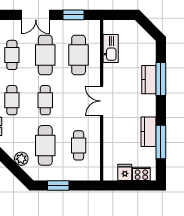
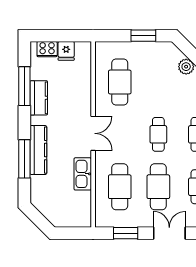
kitchen sink: (111, 49) -> (83, 174), moved
kitchen counter: (149, 80) -> (38, 150), width x1.50
cafe table: (45, 145) -> (158, 82), removed
cafe table: (79, 145) -> (120, 82), width x1.37, depth x1.35

